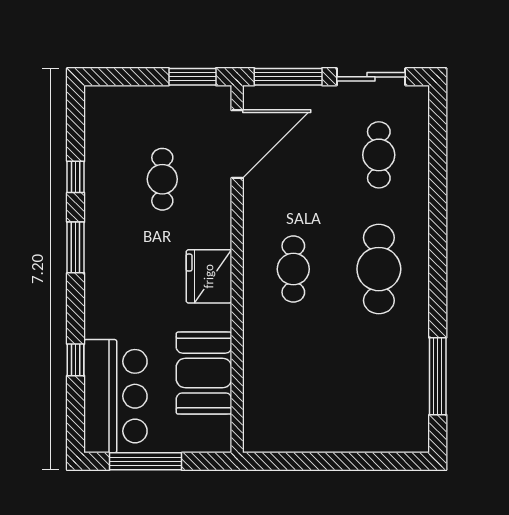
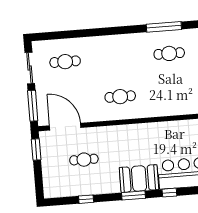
window: (76, 247) -> (133, 195), moved
cafe table: (379, 269) -> (169, 53), moved, width x0.73, depth x0.74
fridge: (209, 276) -> (127, 135), removed
booth: (204, 373) -> (139, 179), moved

